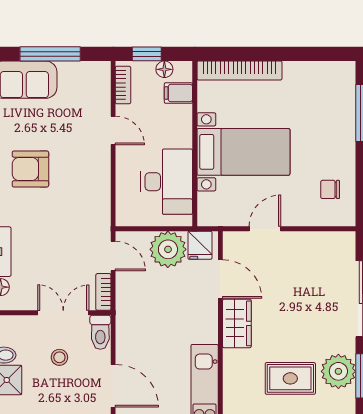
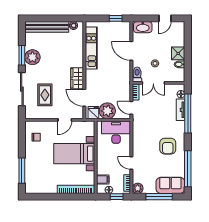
plant: (99, 73) -> (138, 188), added
armchair: (30, 169) -> (168, 146), turned 90
desk: (167, 182) -> (116, 132), moved, turned 90
rug: (290, 378) -> (45, 95), moved, turned 90

